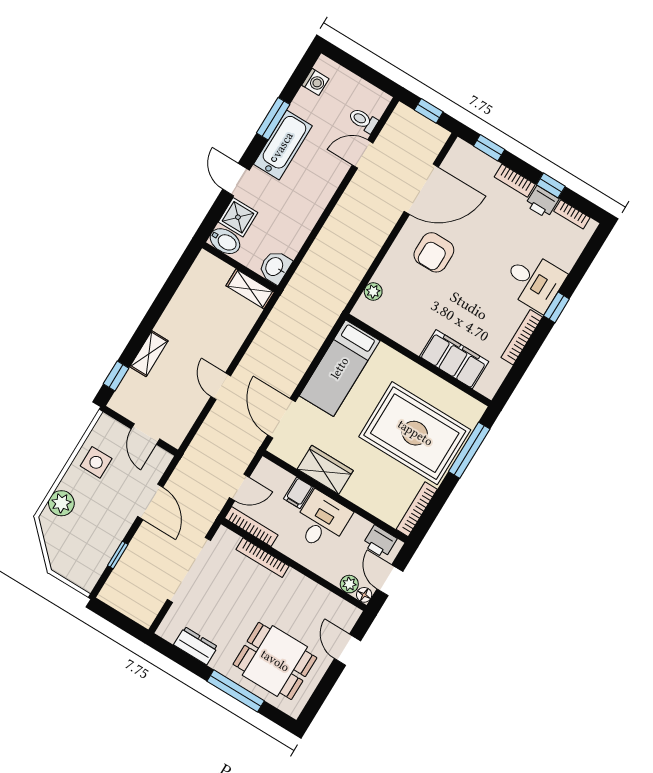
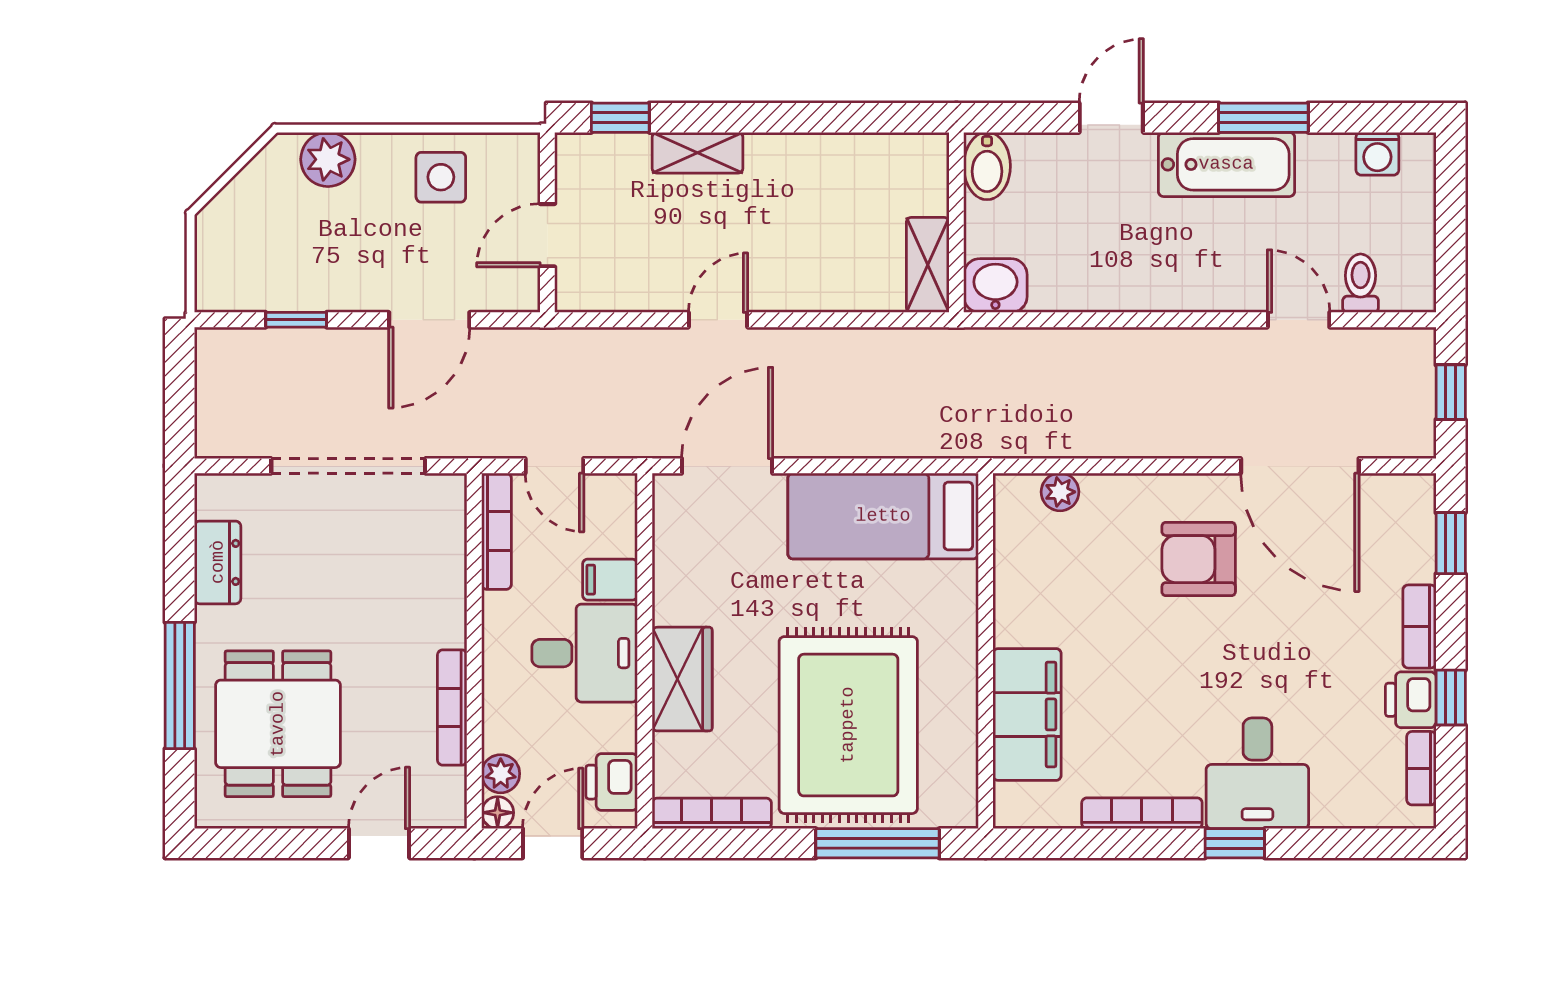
shower: (238, 217) -> (1045, 163), removed
wardrobe: (325, 470) -> (682, 679), moved
bookcase: (263, 558) -> (452, 708), moved

